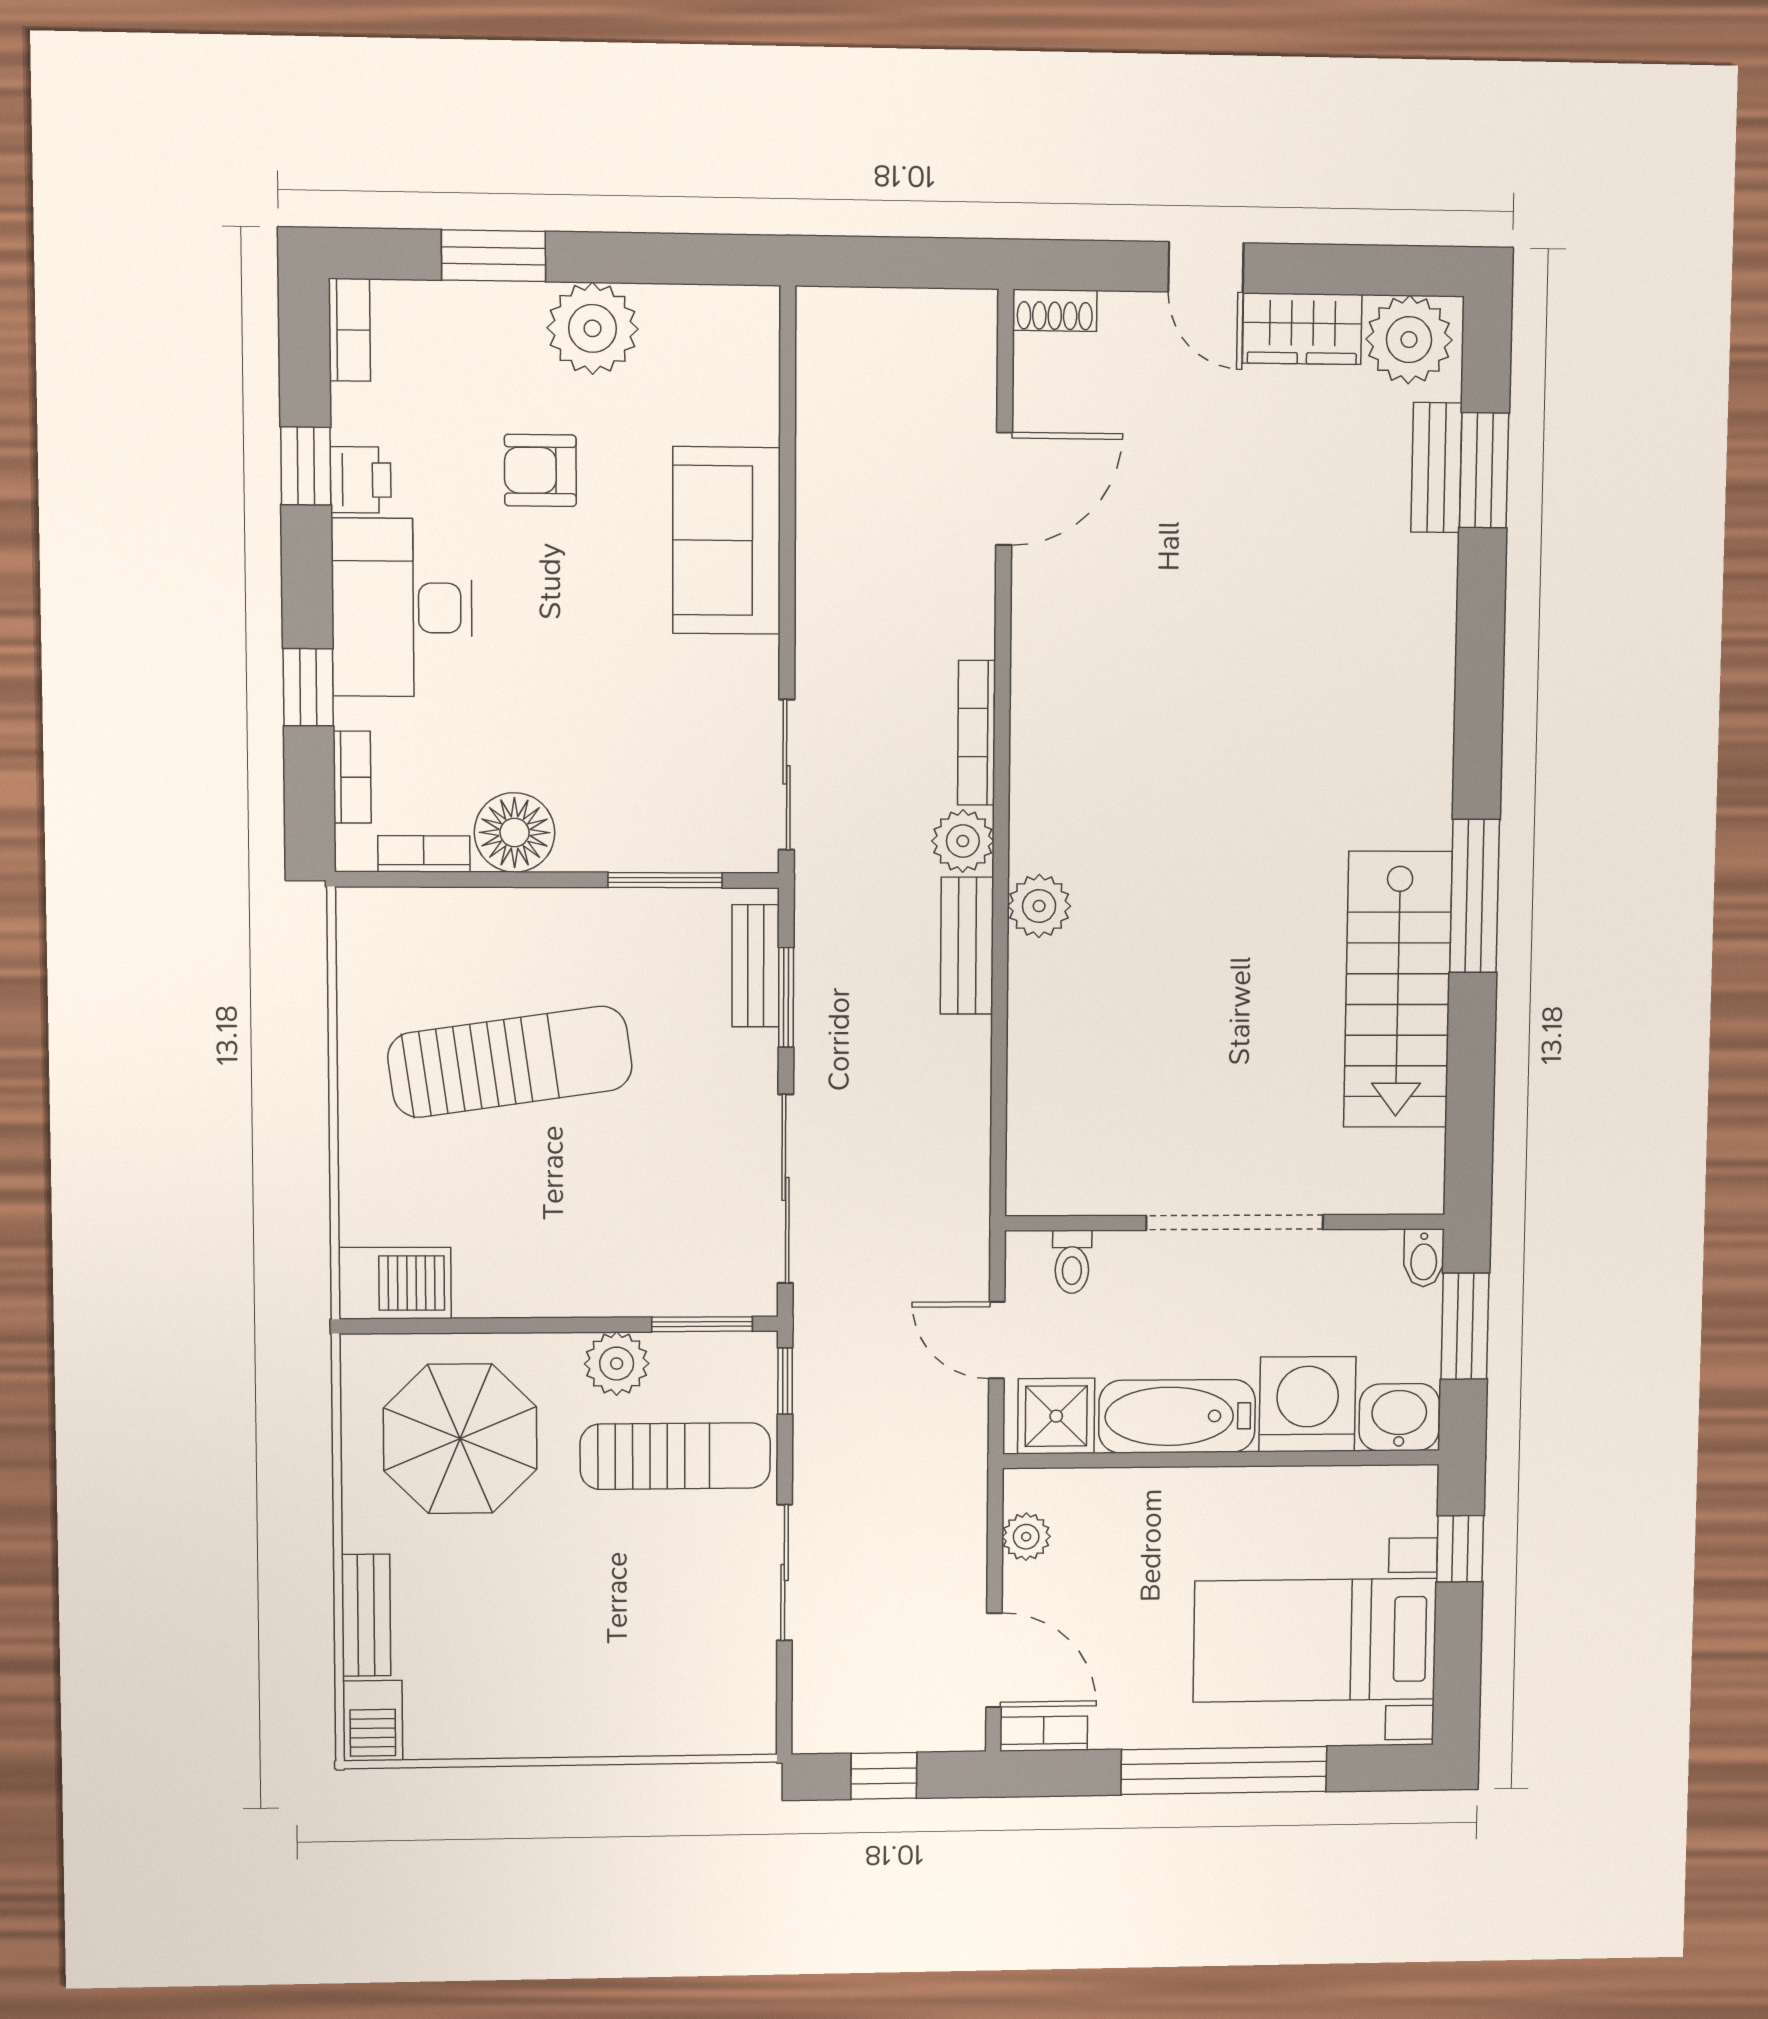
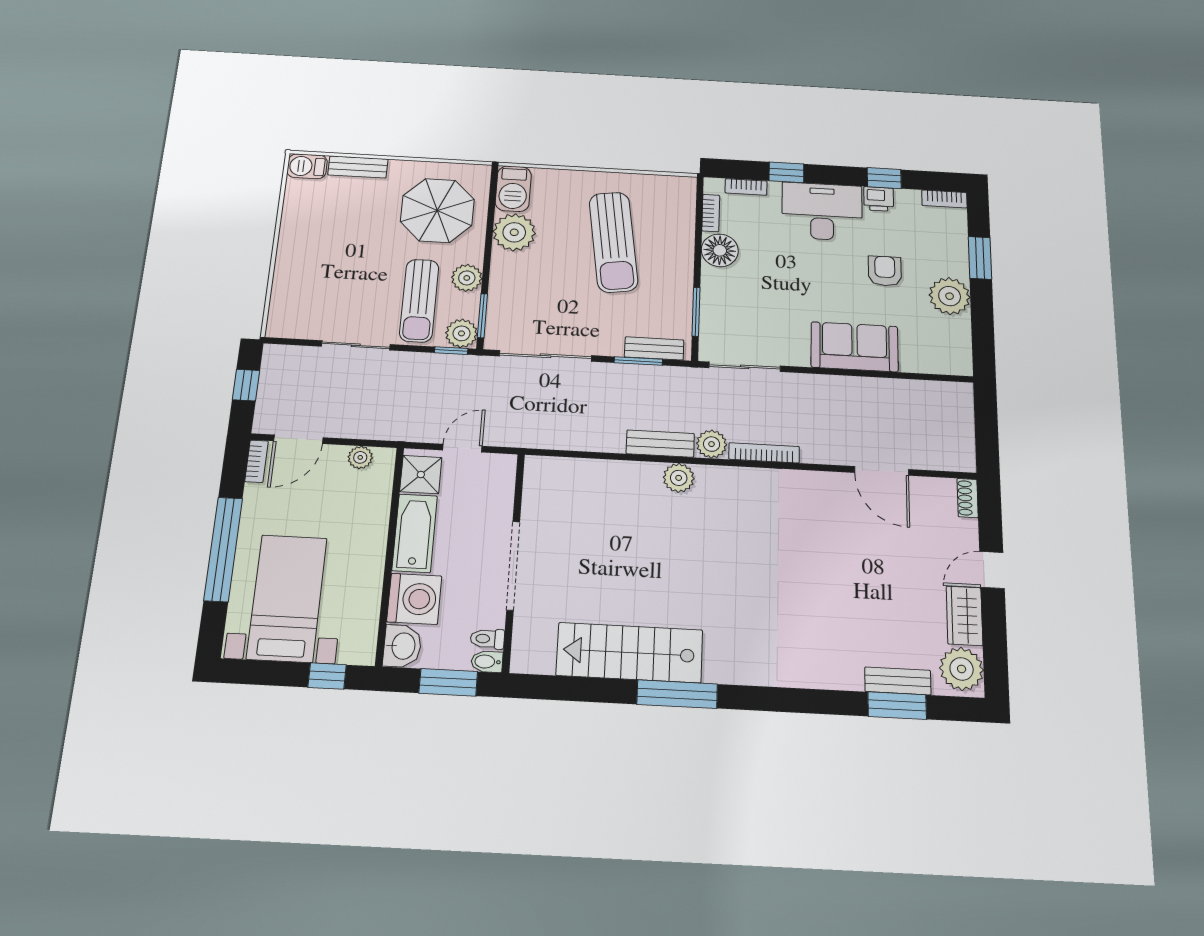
toilet: (1072, 1262) -> (487, 639), moved
plant: (501, 1273) -> (514, 232), added
plant: (745, 1363) -> (461, 333), added

